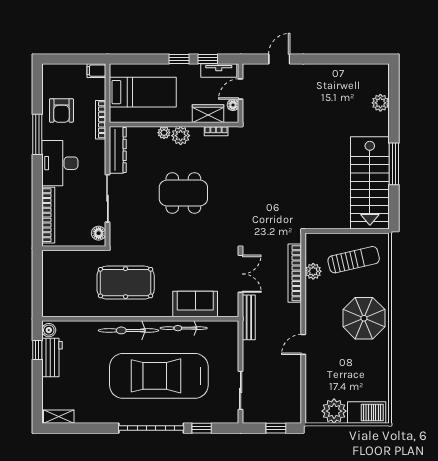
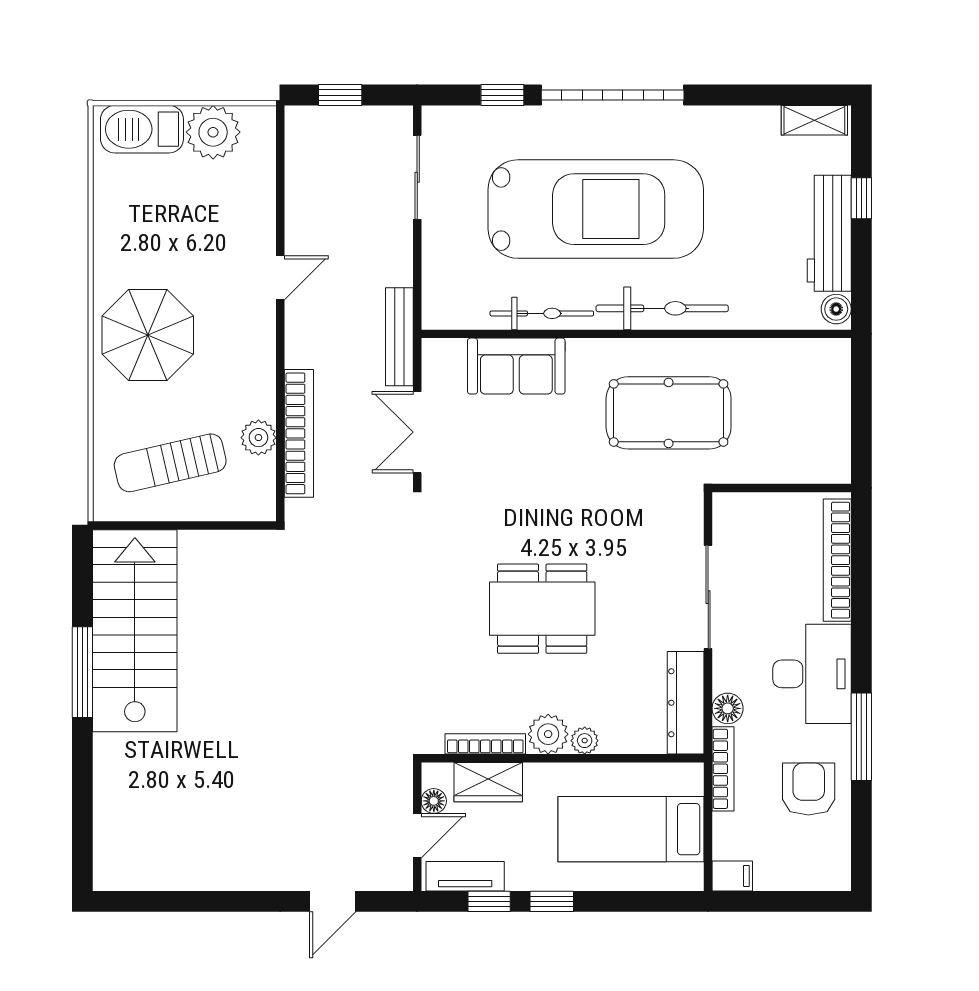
plant: (380, 103) -> (112, 806), removed
bookcase: (216, 131) -> (485, 744), width x1.56
floor lamp: (99, 233) -> (728, 708), moved
window: (37, 350) -> (861, 198), moved
workbench: (52, 358) -> (829, 233), width x1.38

